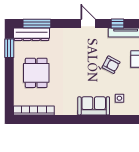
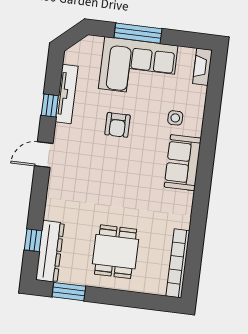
window: (37, 23) -> (33, 240), width x0.46
armchair: (111, 65) -> (118, 125), turned 152
dining table: (36, 73) -> (116, 252), turned 90

